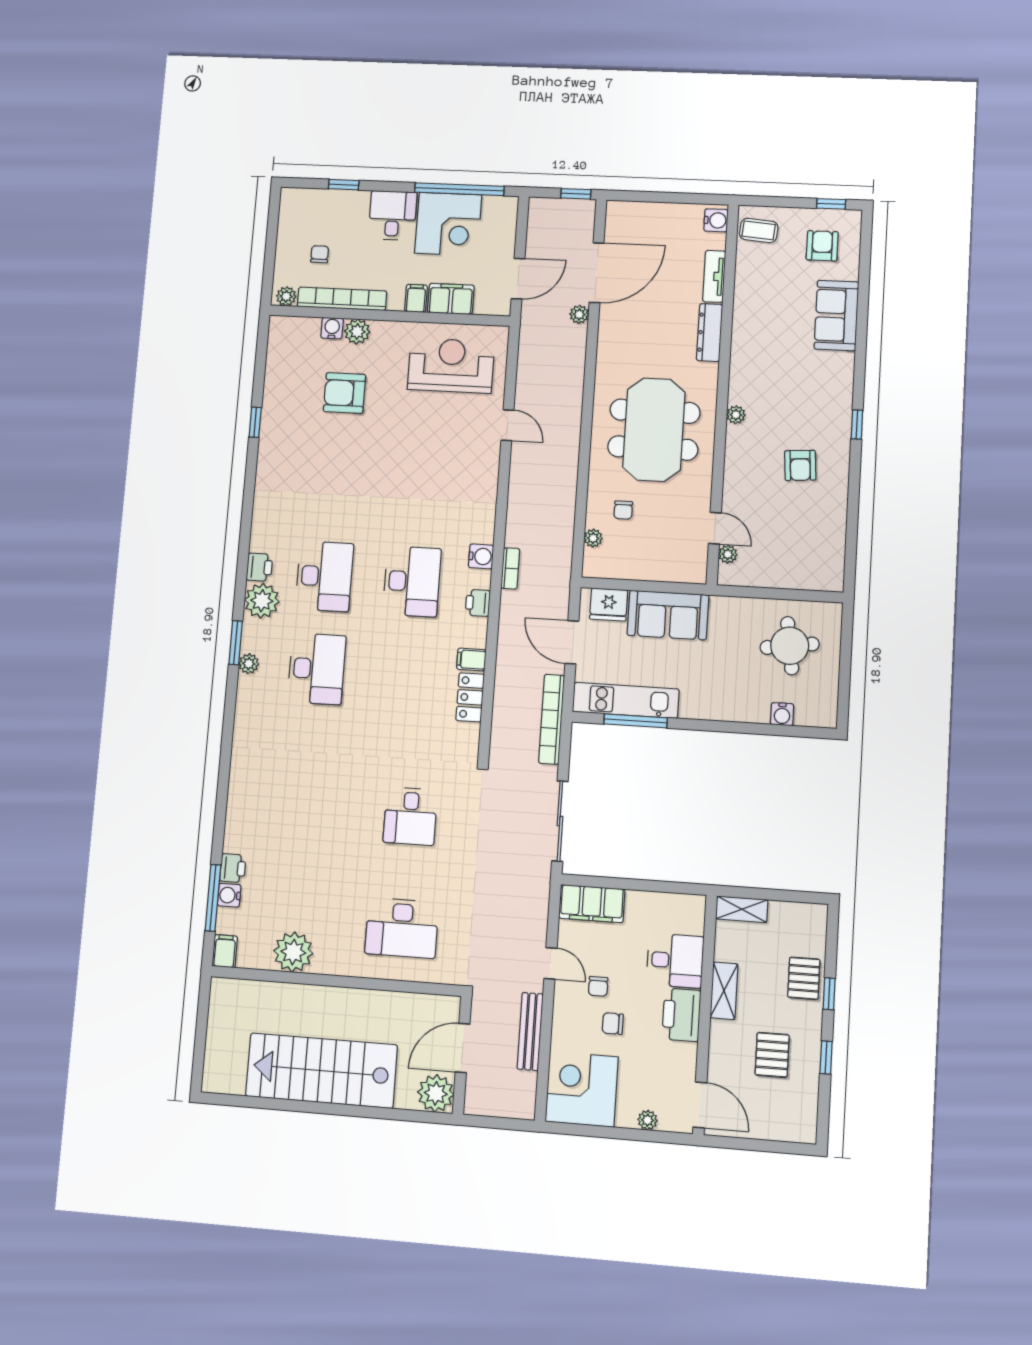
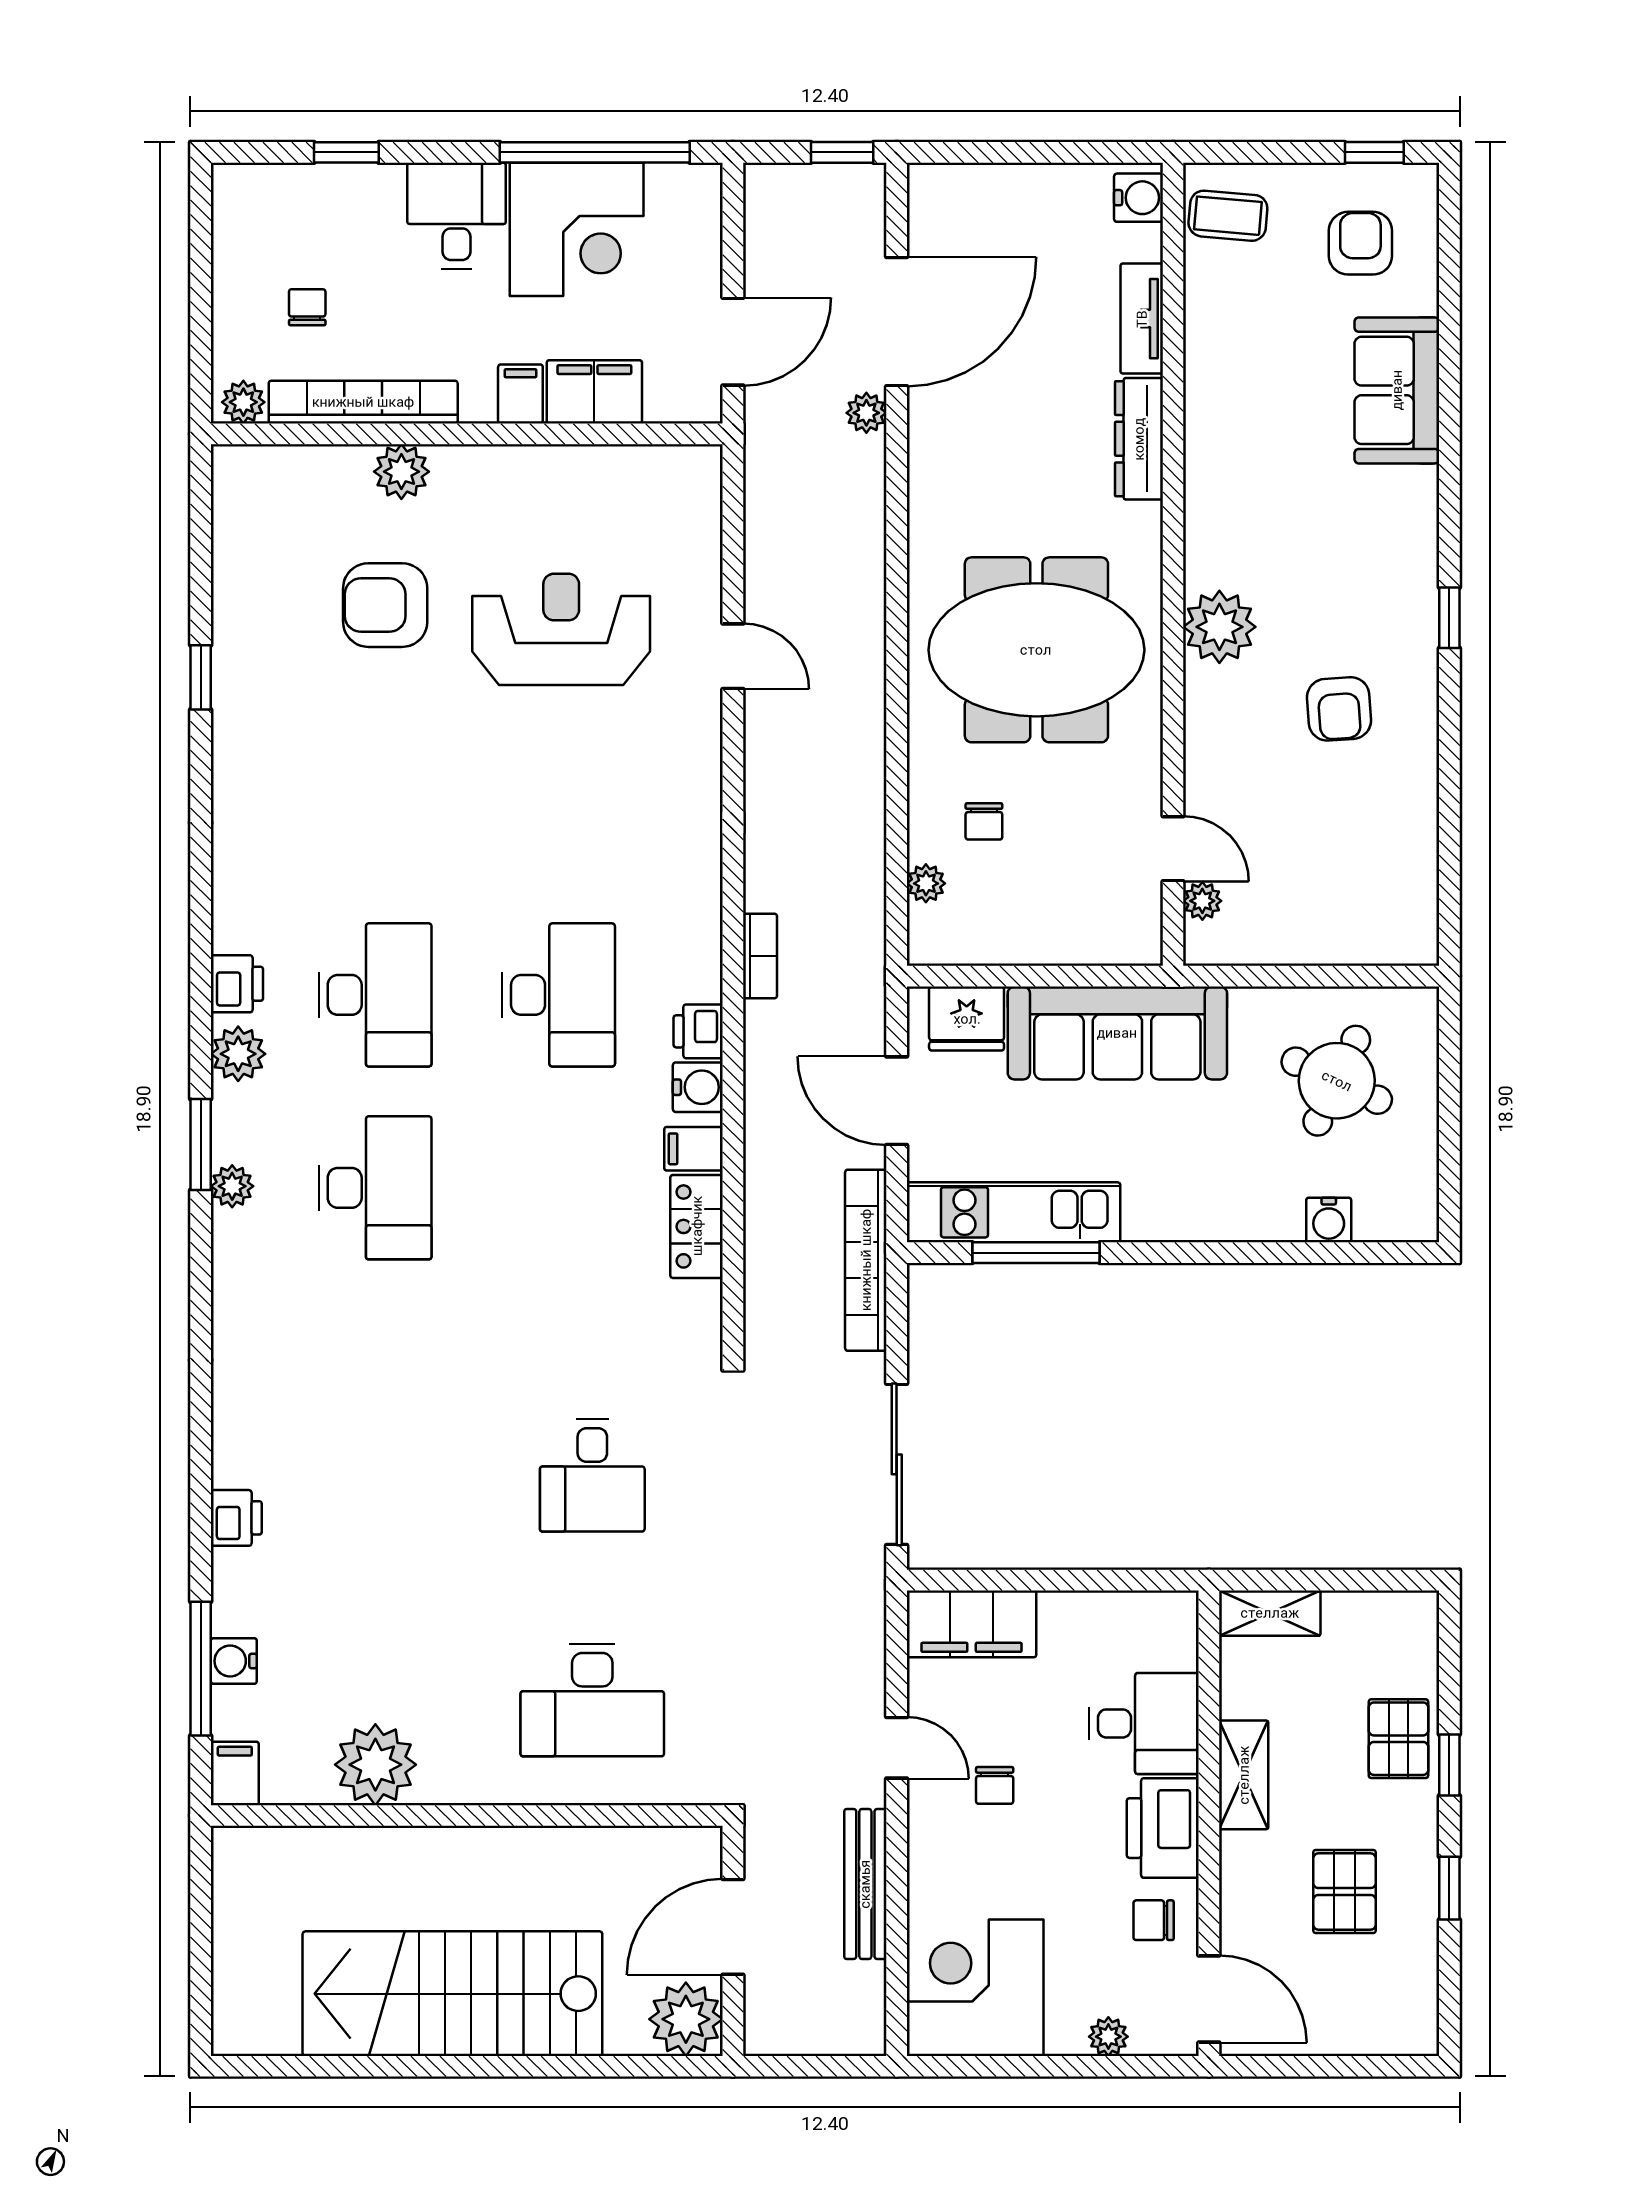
water cooler: (332, 328) -> (347, 467), removed
reception desk: (451, 365) -> (561, 629), moved
plant: (736, 415) -> (1219, 627), width x1.87, depth x1.87
meeting table: (654, 430) -> (1036, 650), turned 90
water cooler: (481, 556) -> (698, 1087), moved
plant: (262, 601) -> (238, 1054), width x0.73, depth x0.73
sofa: (668, 615) -> (1117, 1033), width x1.36
round table: (790, 646) -> (1337, 1081), turned 33
printer: (233, 868) -> (236, 1518), moved
chair: (613, 1024) -> (1154, 1920), moved

